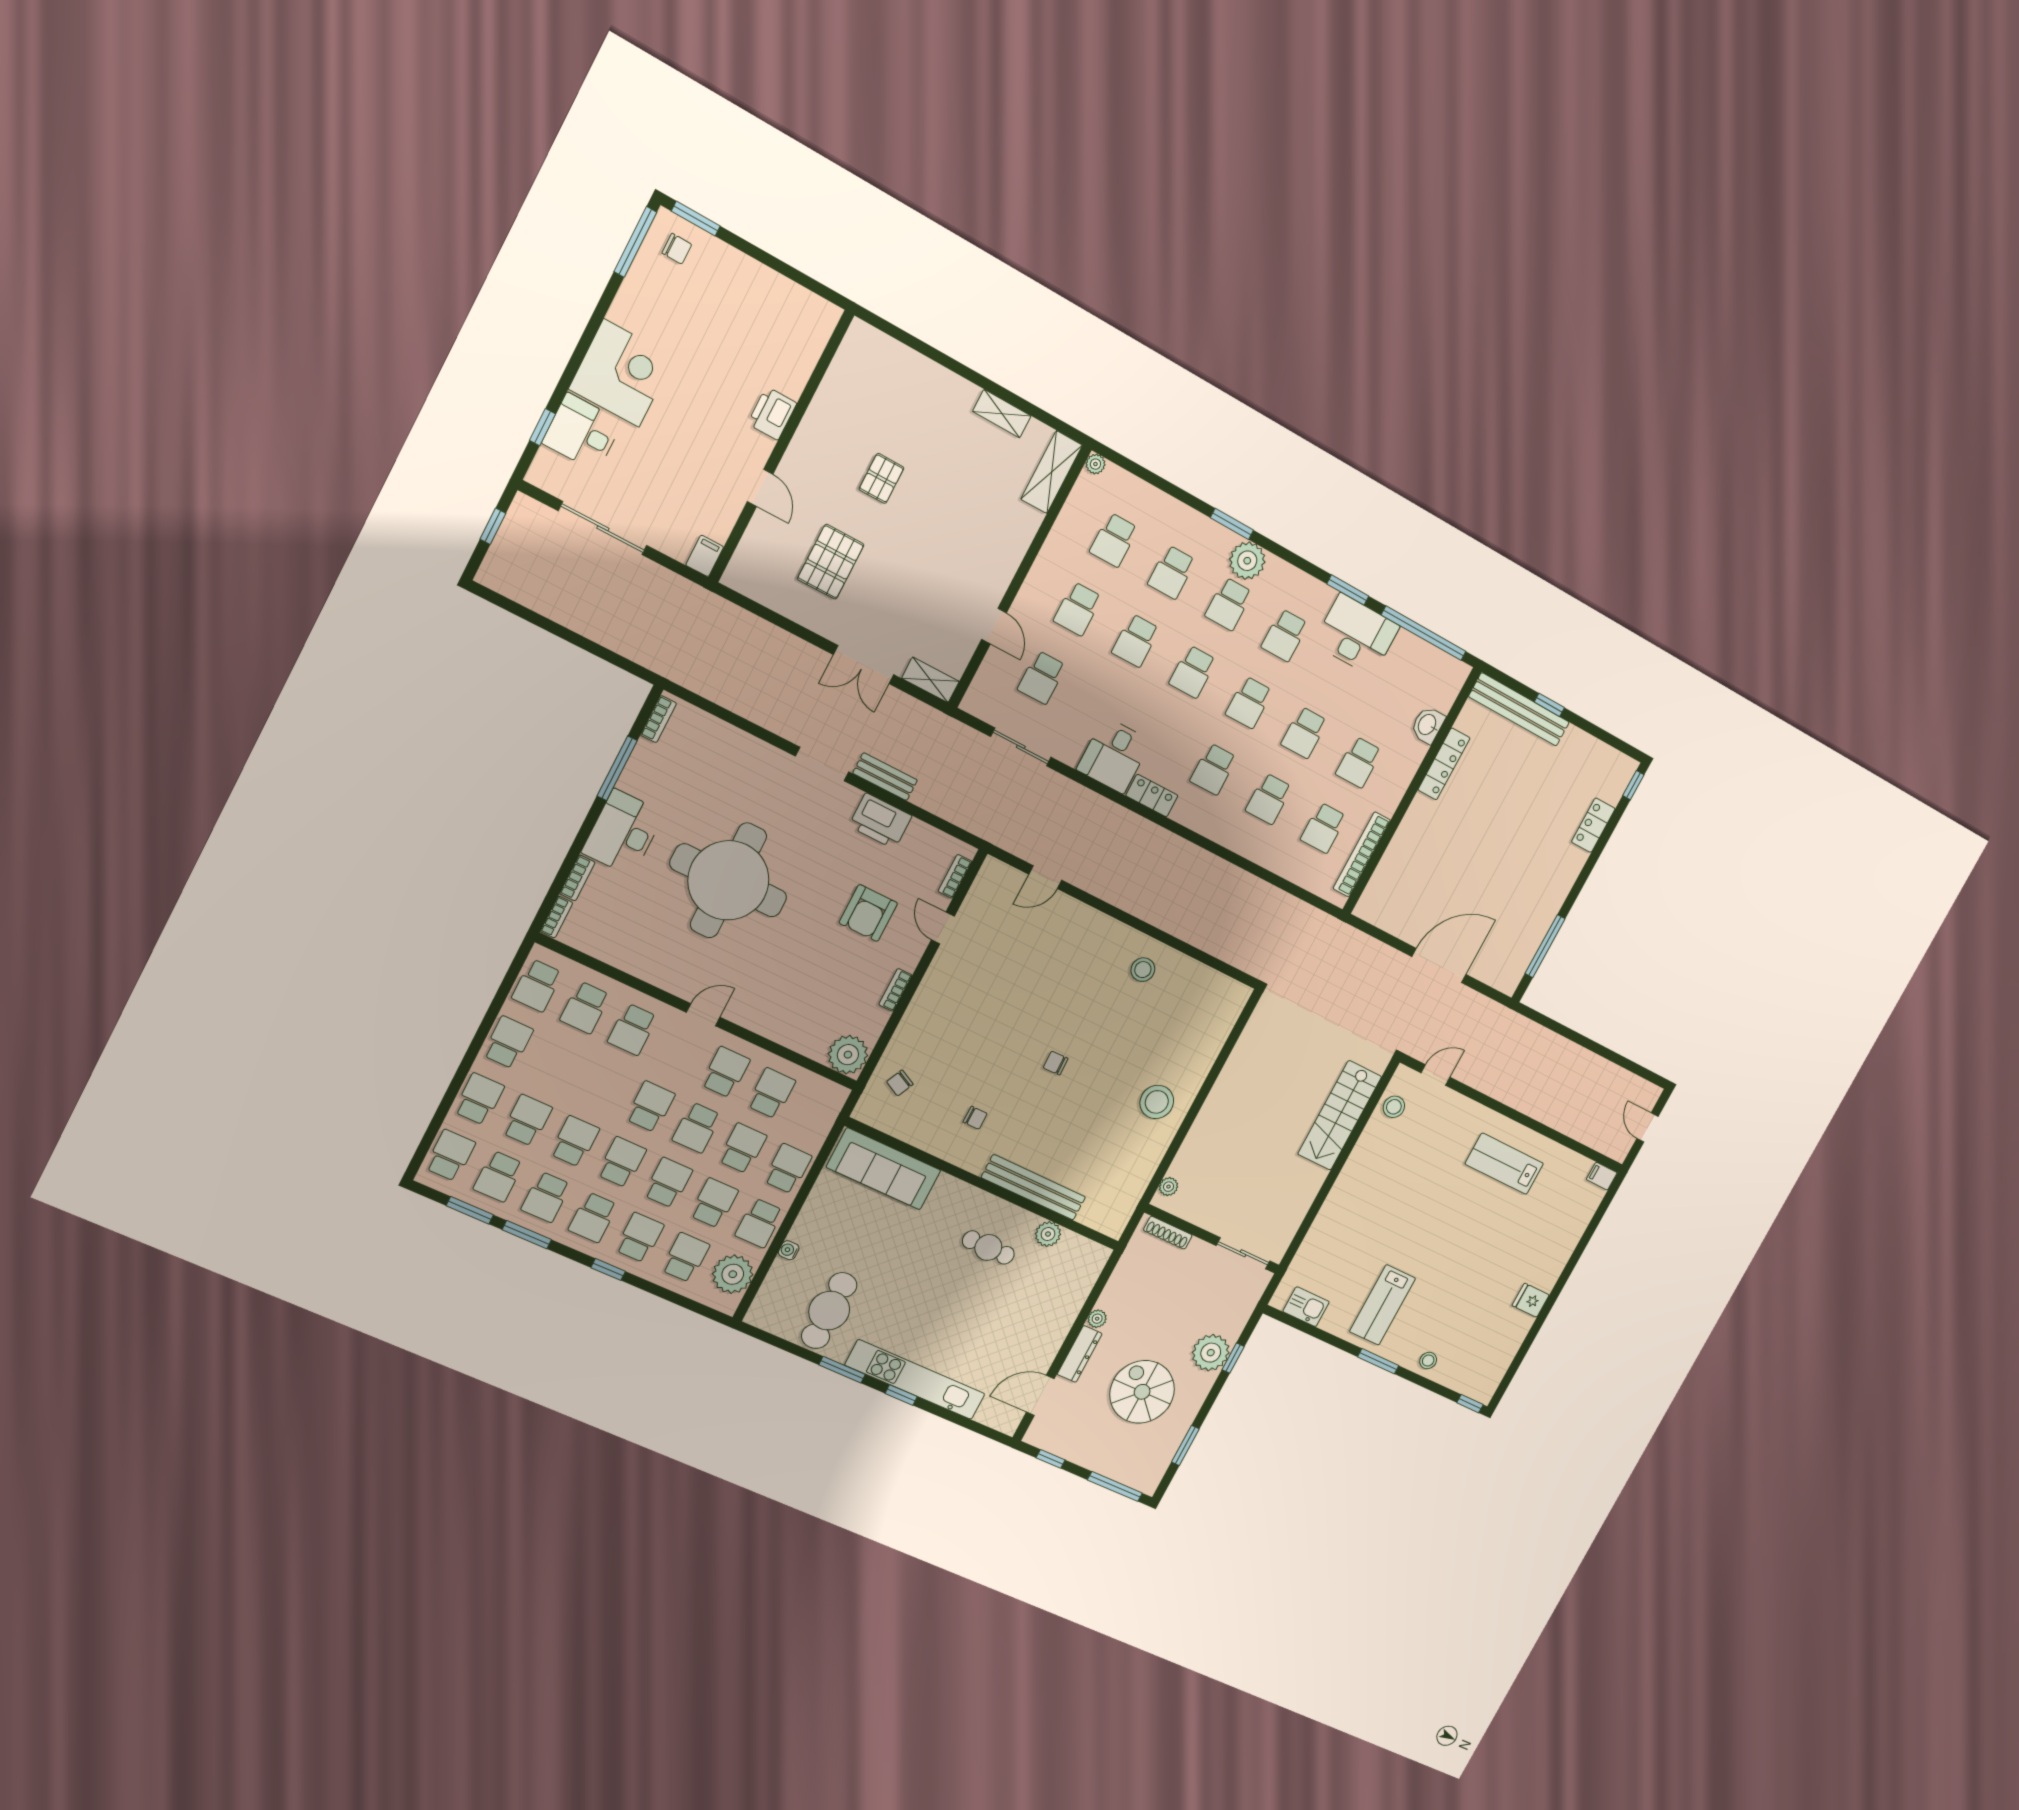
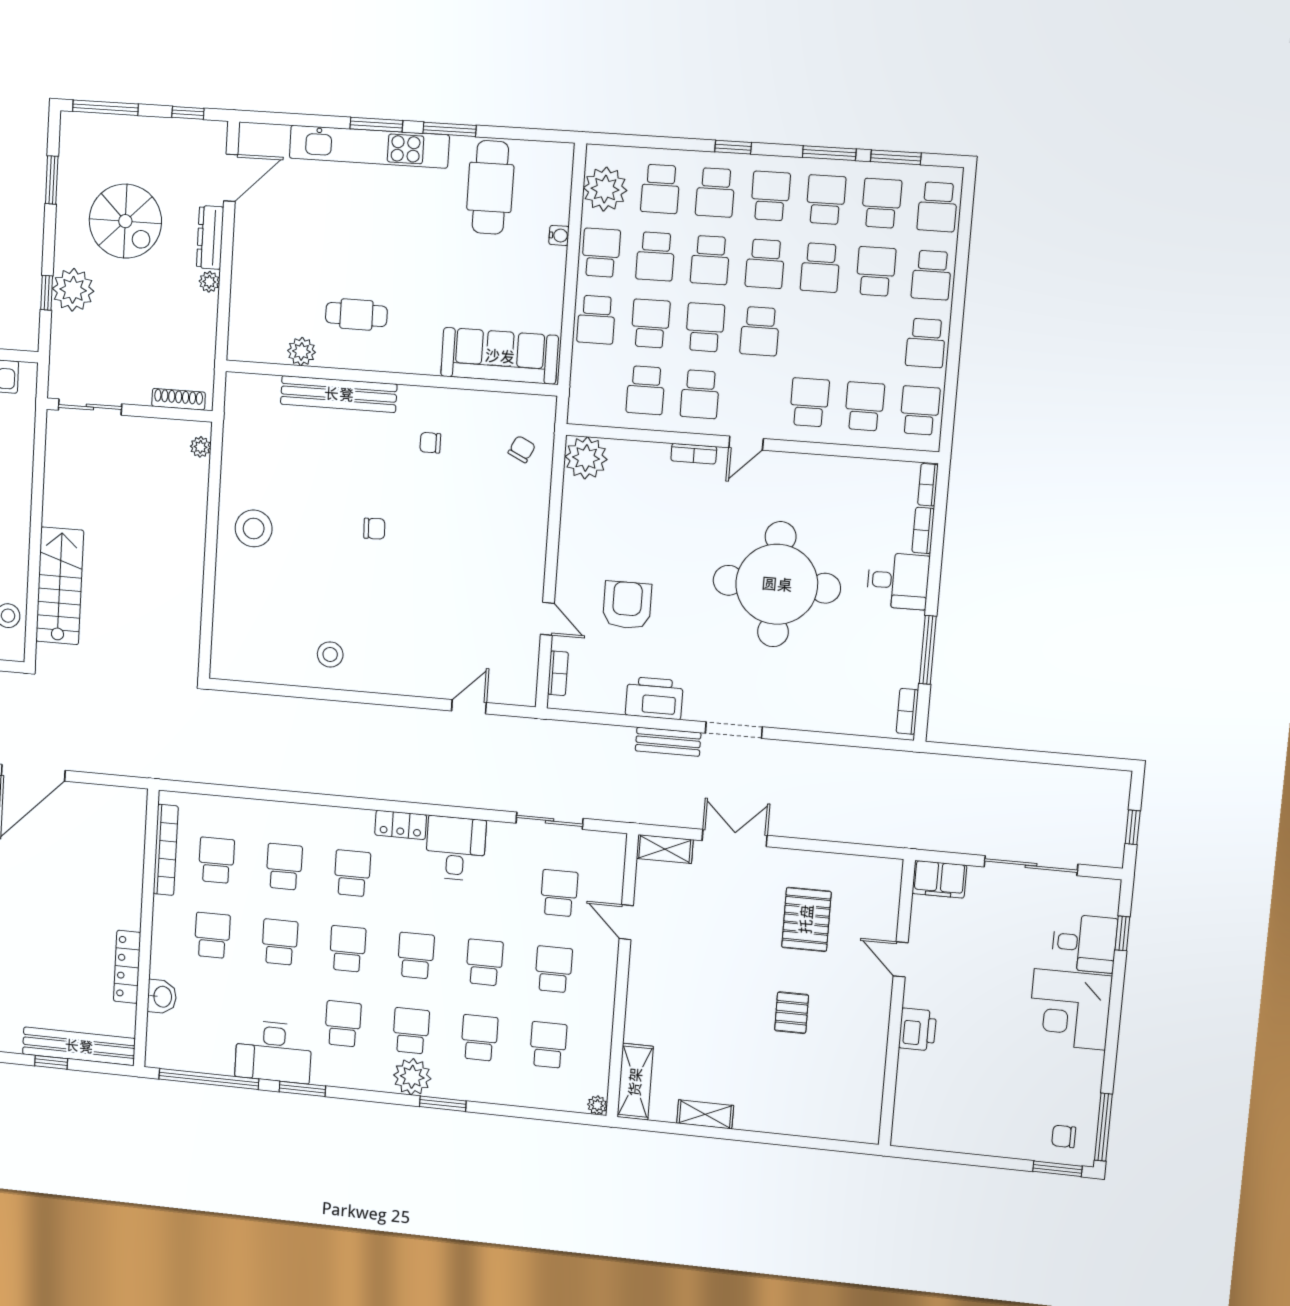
filing cabinet: (705, 556) -> (939, 879), width x2.00
desk: (623, 833) -> (898, 581), width x0.73
bookcase: (895, 990) -> (694, 454), moved, turned 90
school desk: (527, 1120) -> (876, 271), turned 180
school desk: (743, 1148) -> (650, 324), turned 180
window: (901, 1395) -> (376, 125), width x1.50

